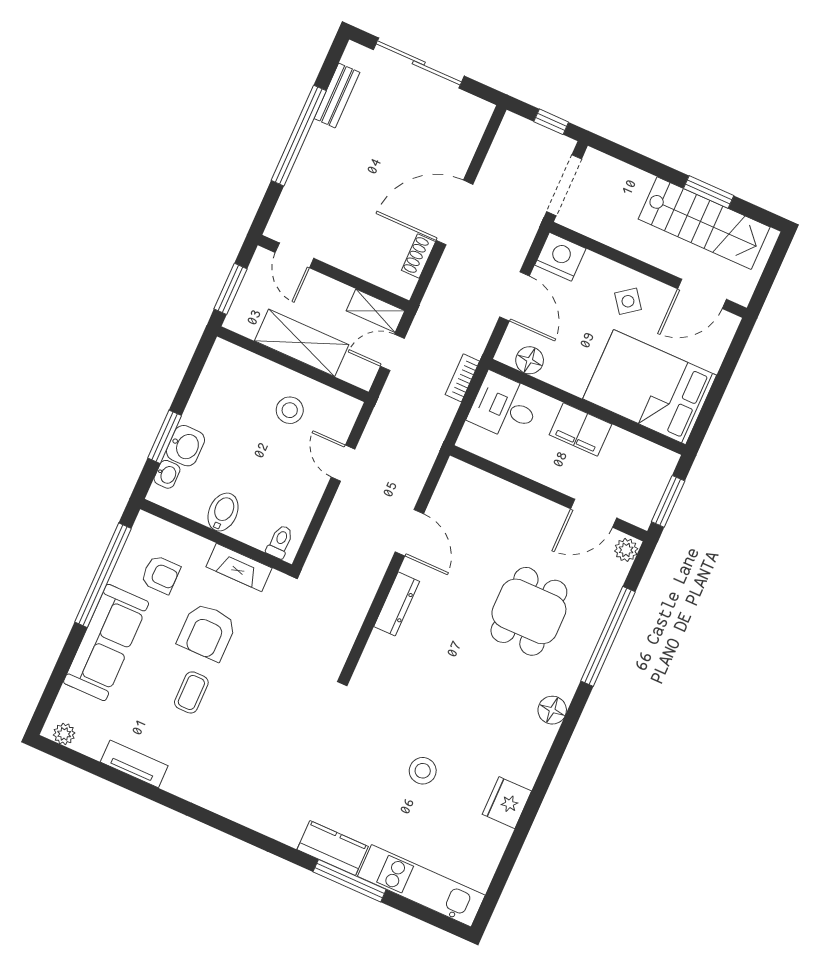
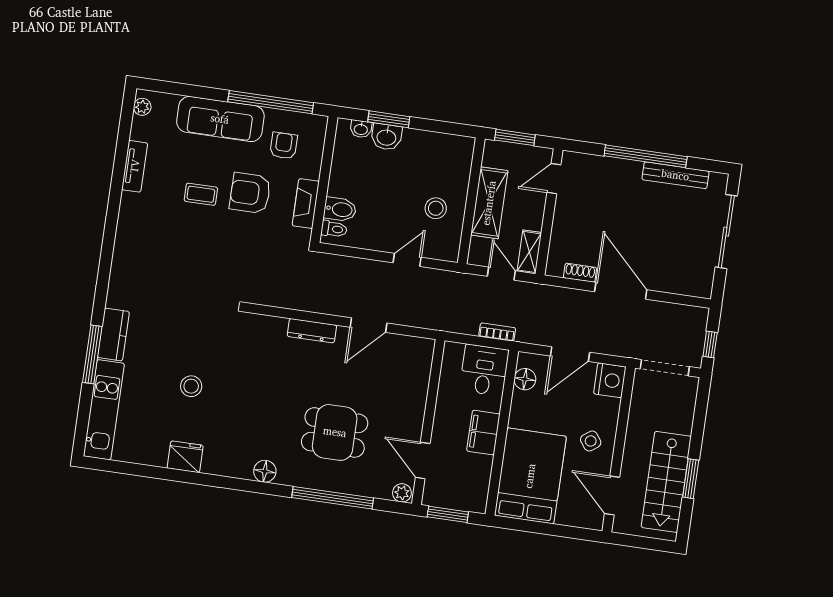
bench: (337, 95) -> (675, 175), width x1.36
bidet: (223, 512) -> (340, 209), moved
armchair: (161, 575) -> (284, 146), turned 180

